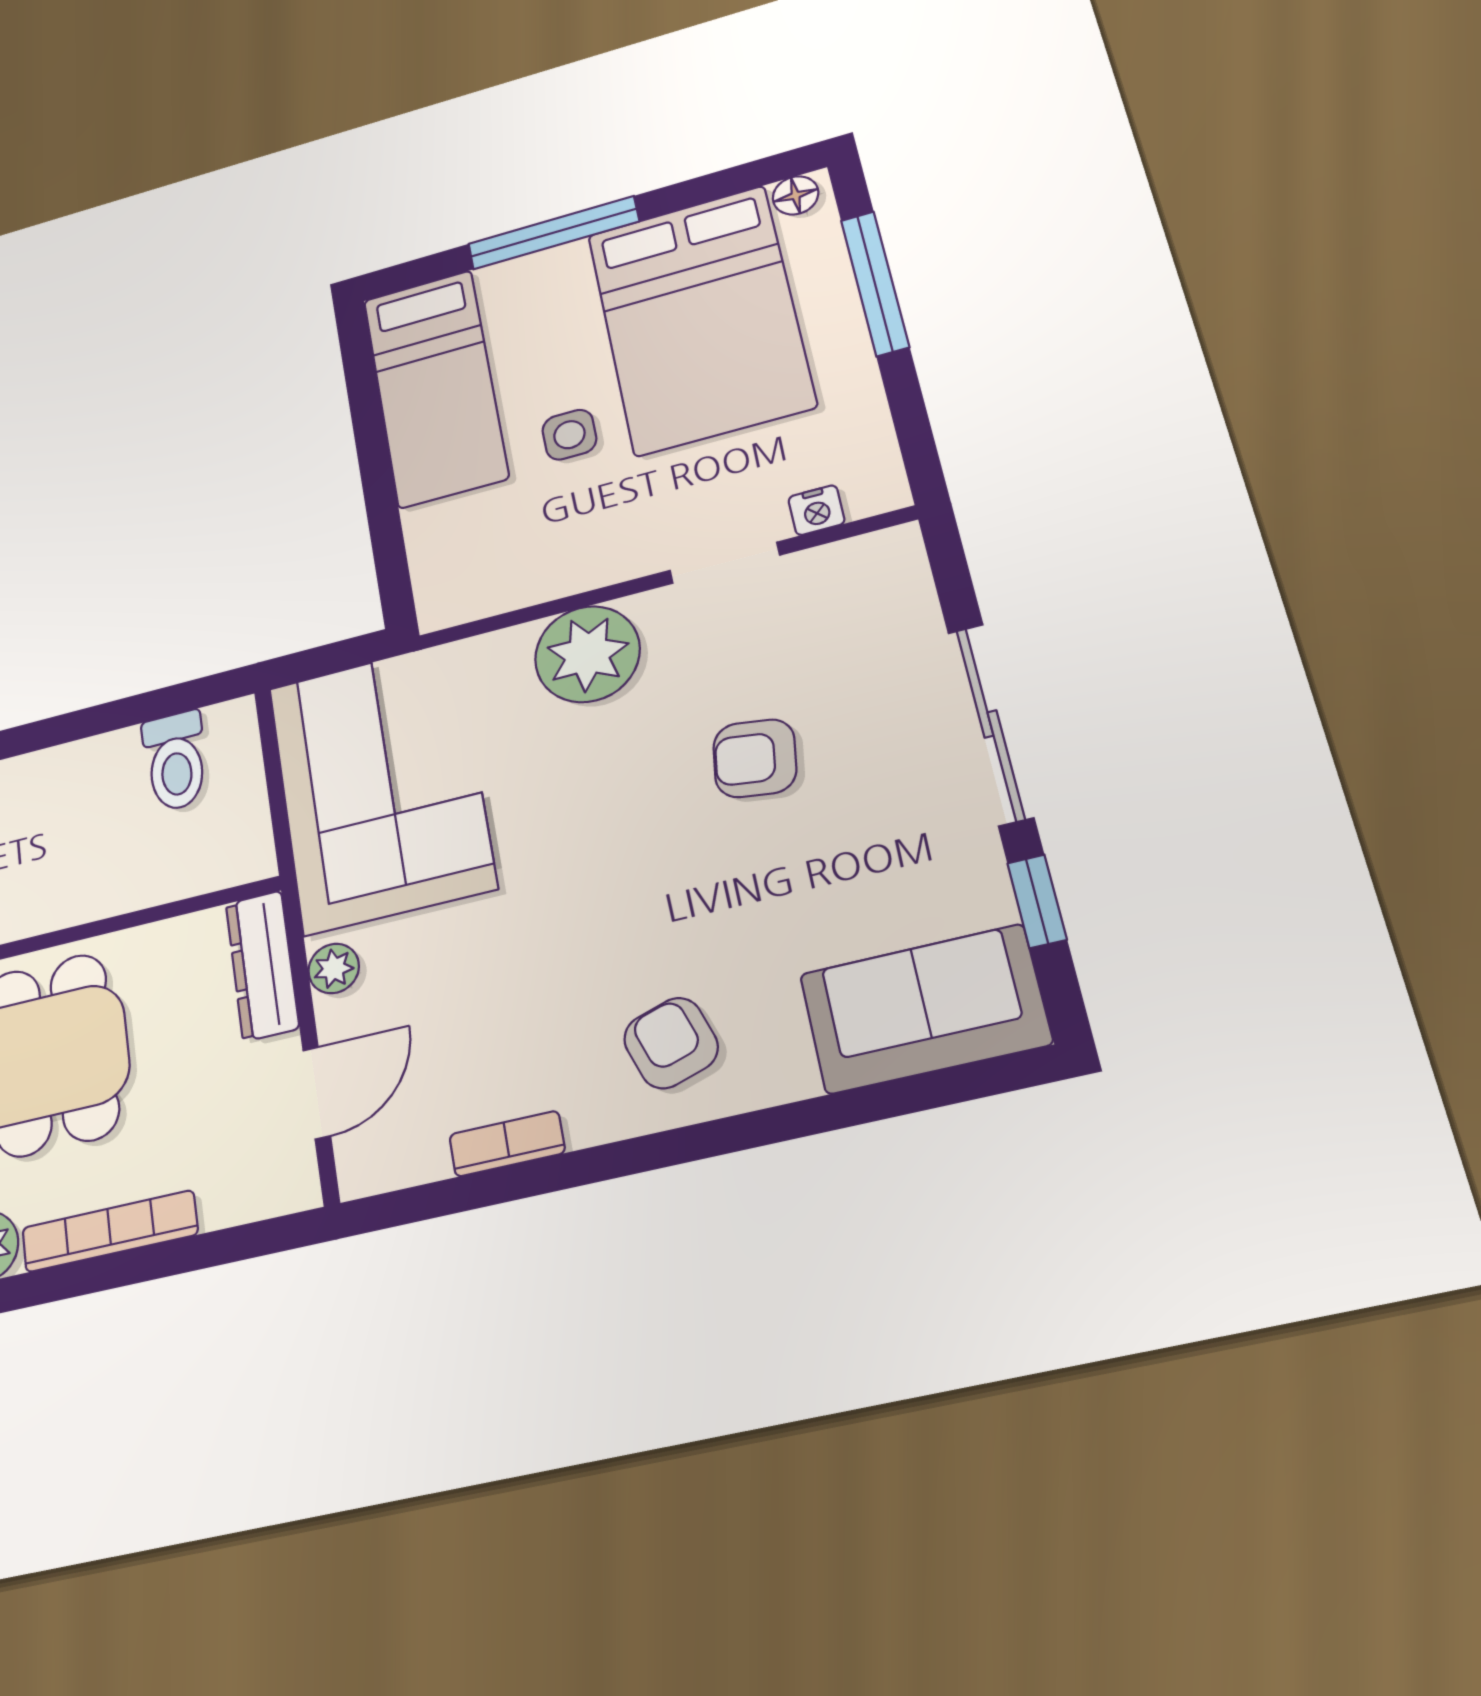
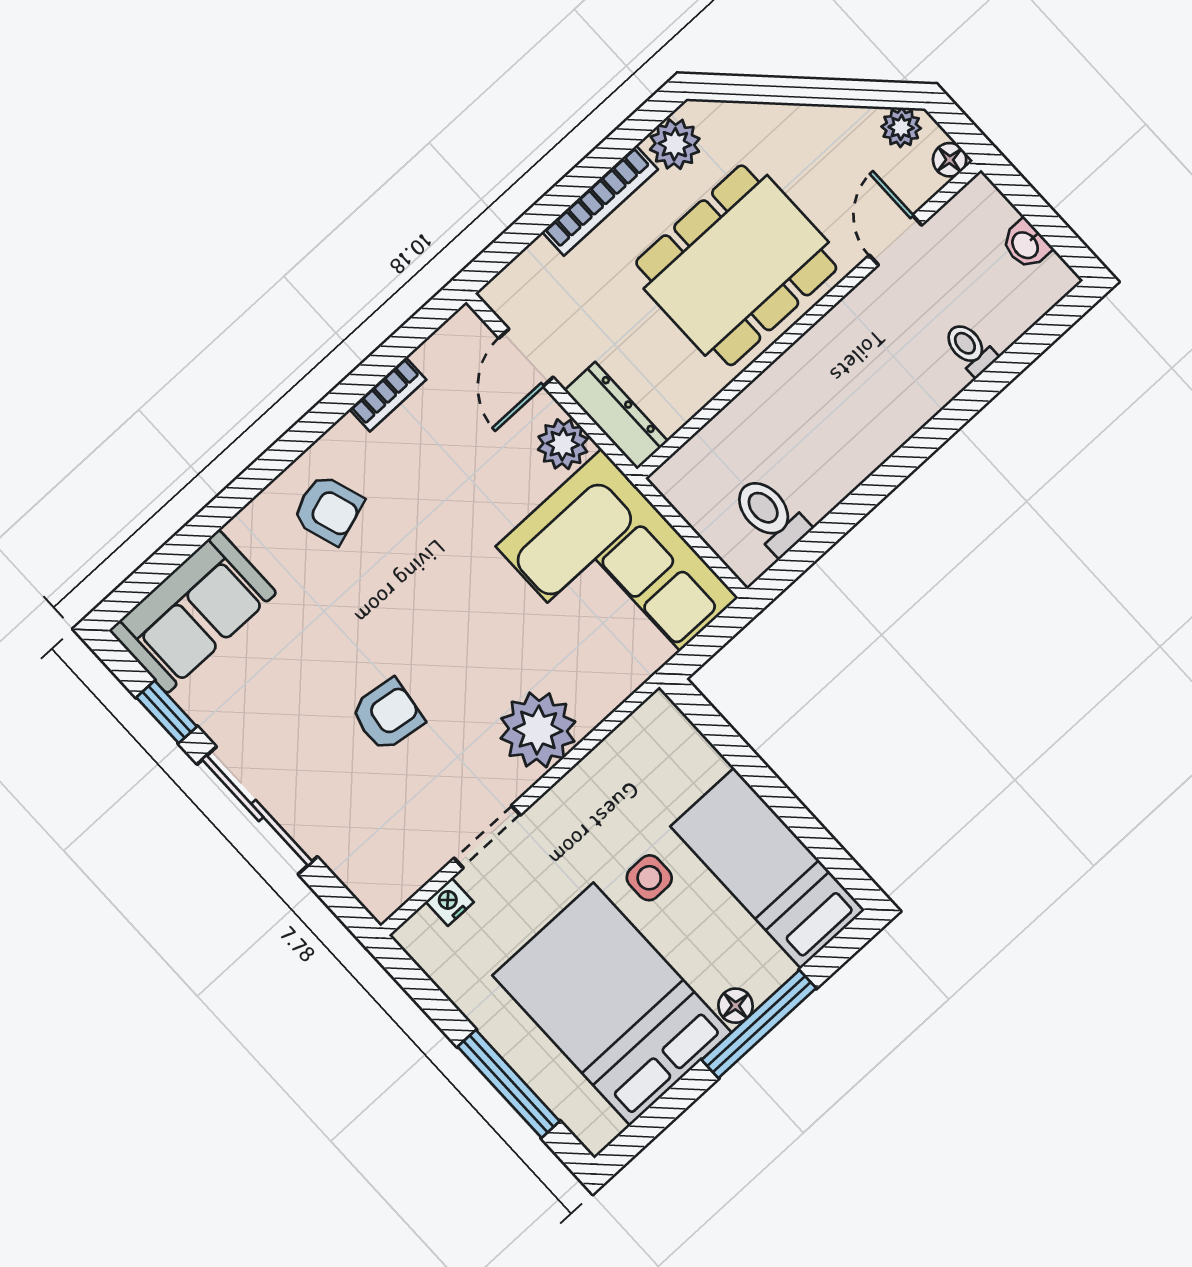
floor lamp: (796, 195) -> (736, 1006), moved
plant: (334, 968) -> (563, 444), width x1.38, depth x1.38

